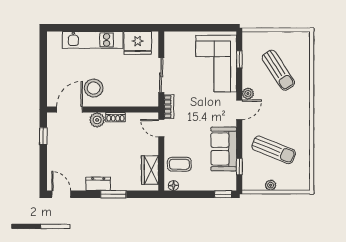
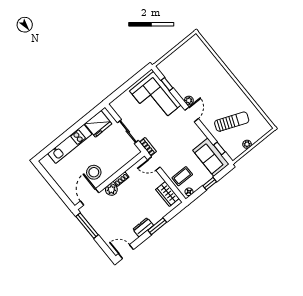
sun lounger: (278, 70) -> (196, 72), removed
window: (43, 136) -> (87, 226), width x2.17
sofa: (224, 149) -> (211, 157), moved
window: (223, 194) -> (210, 184), moved

